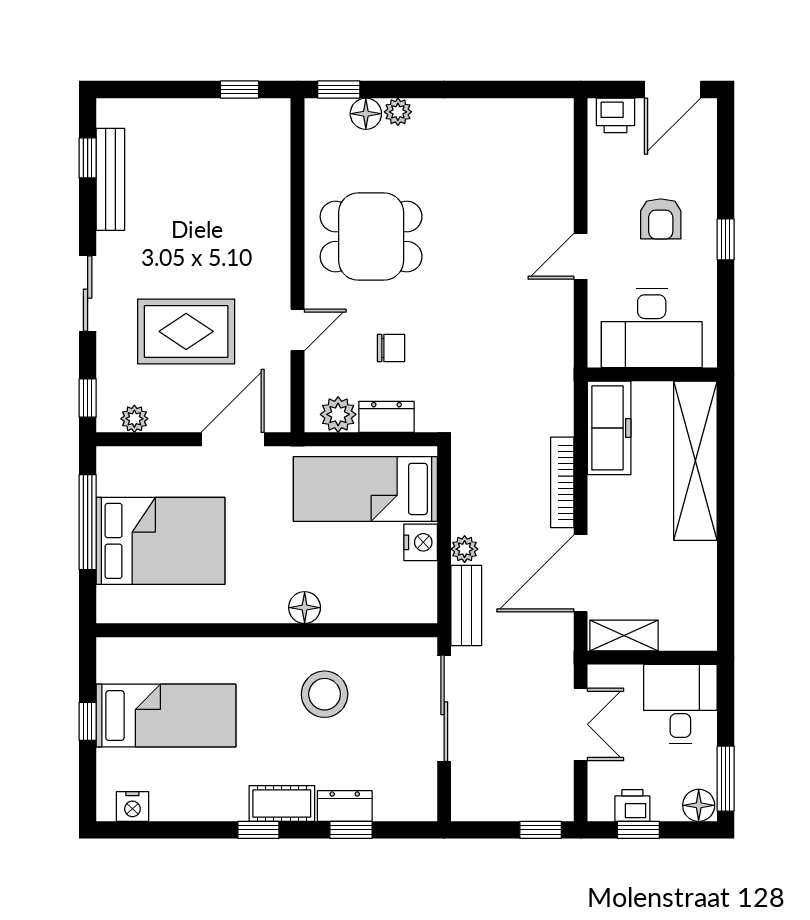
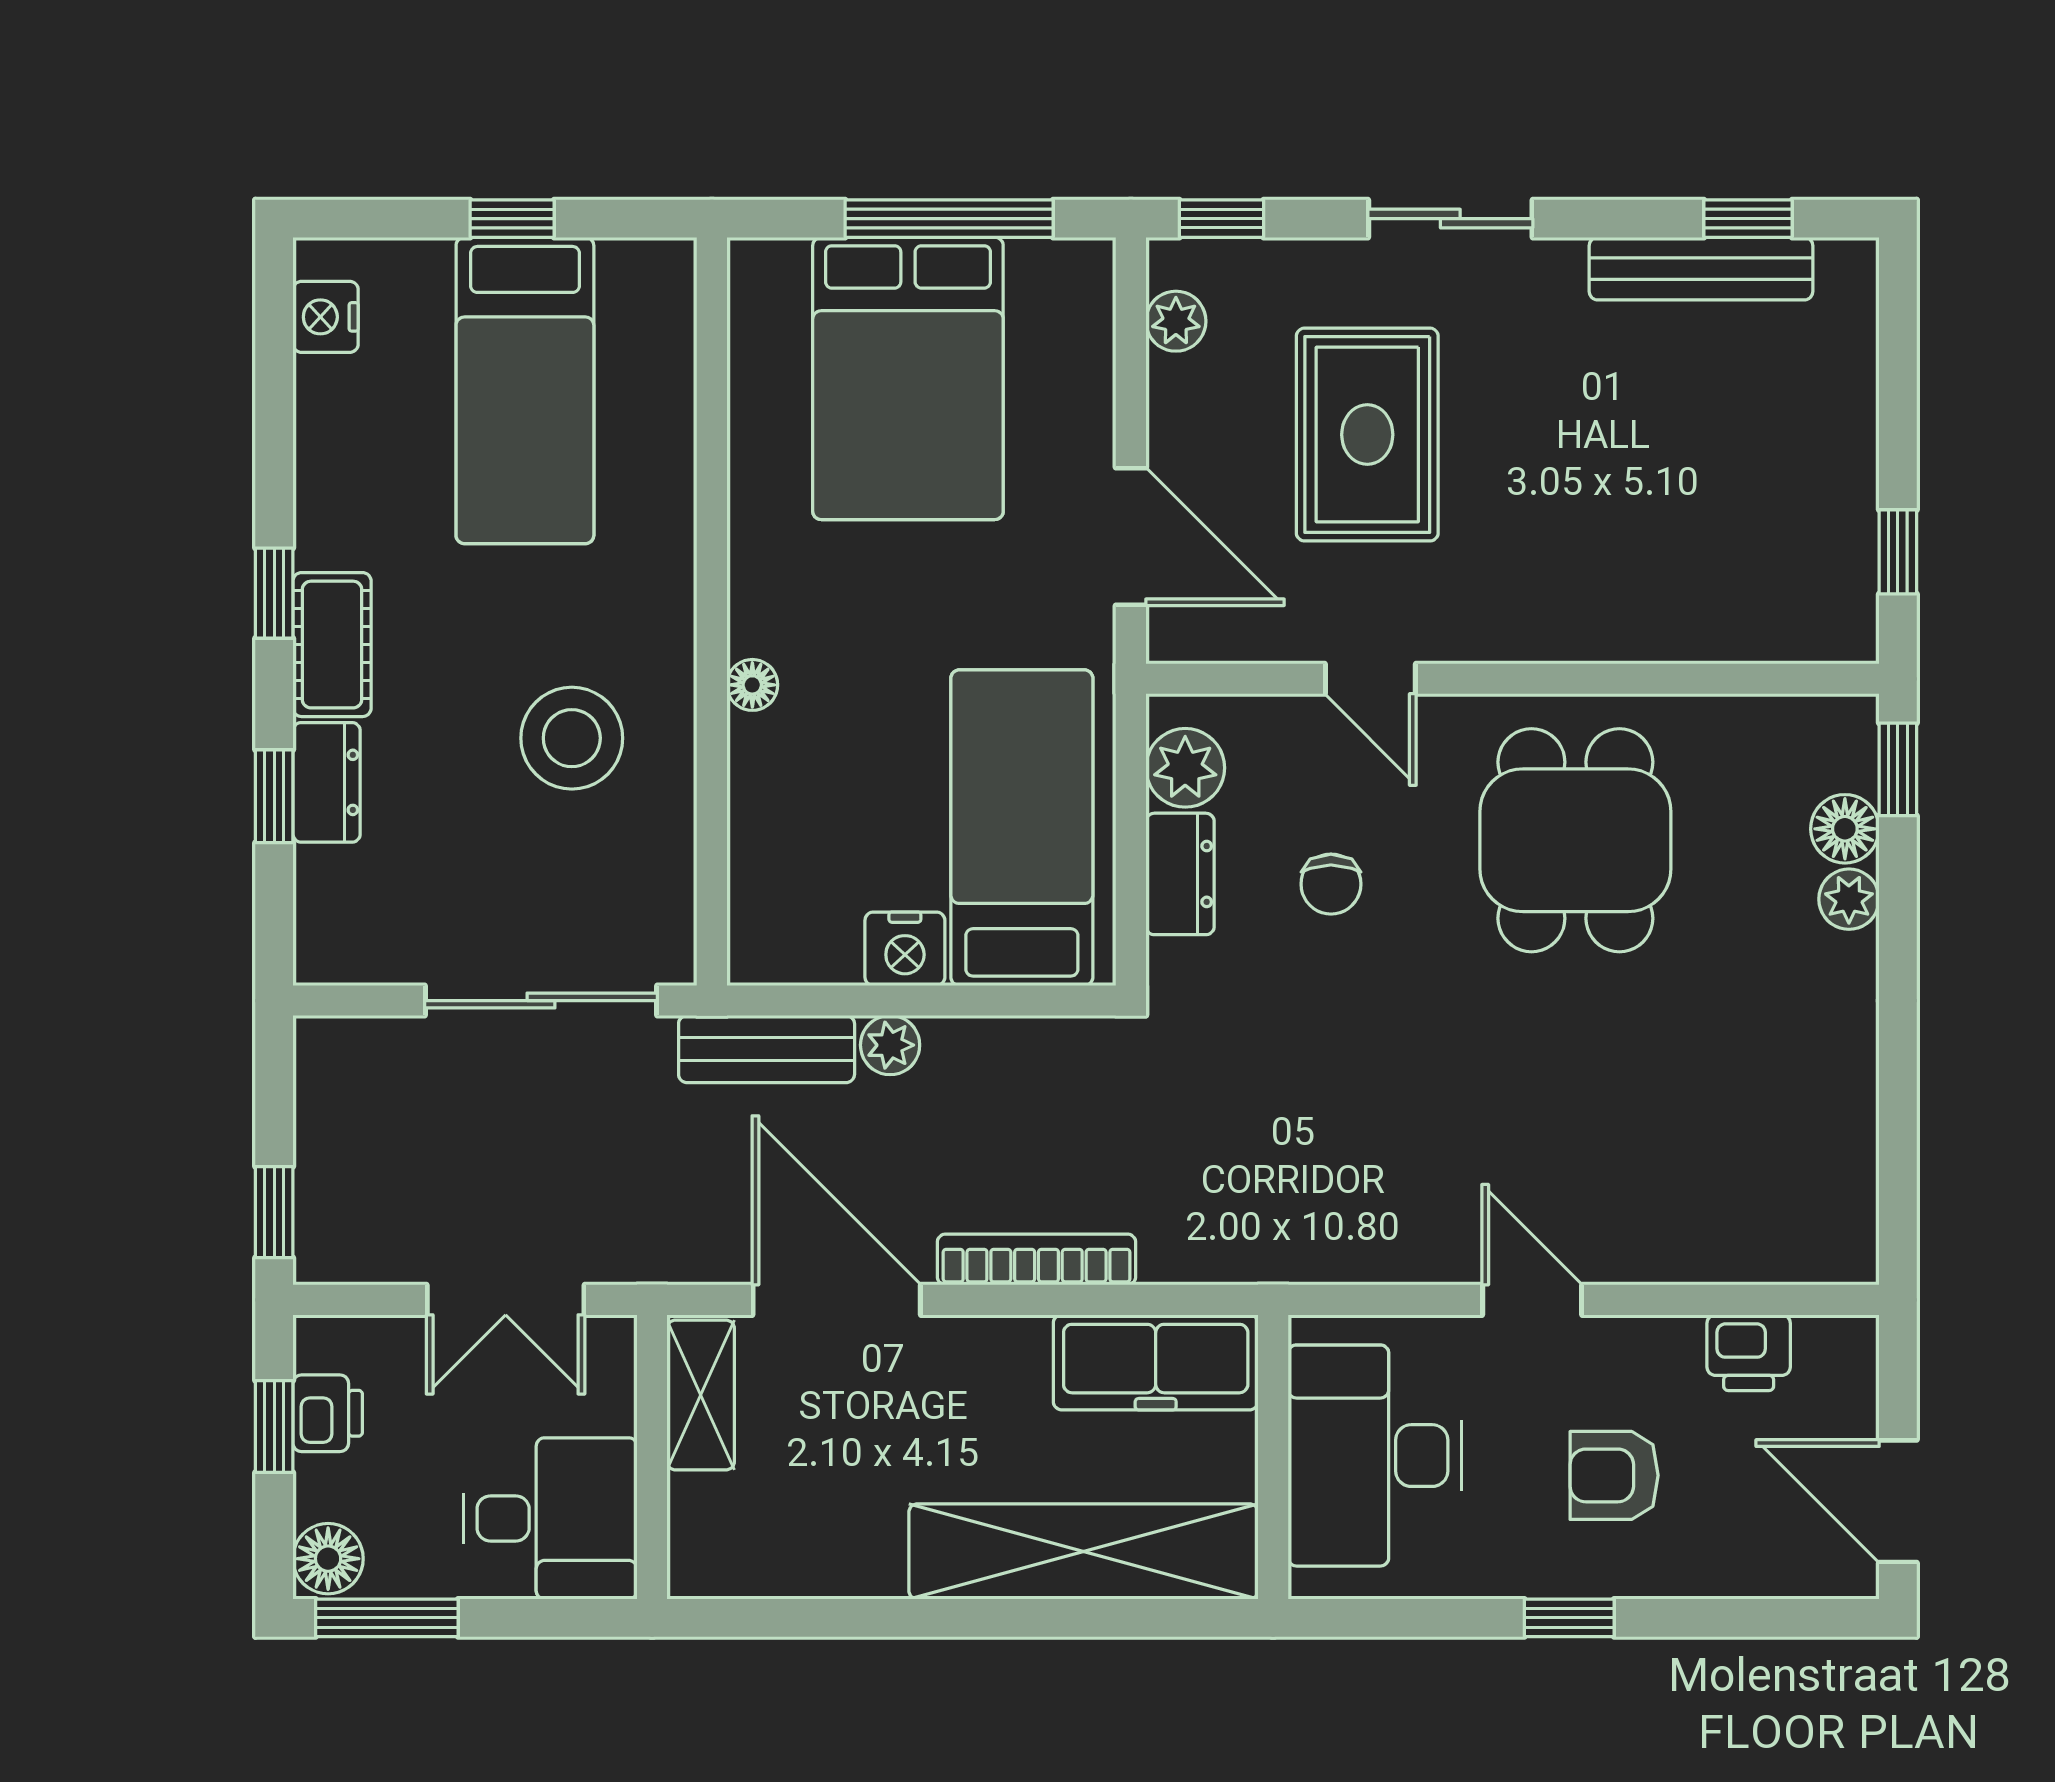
printer: (616, 115) -> (1749, 1353), moved, turned -90
floor lamp: (305, 608) -> (752, 685), width x0.73, depth x0.73

